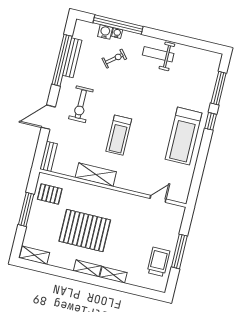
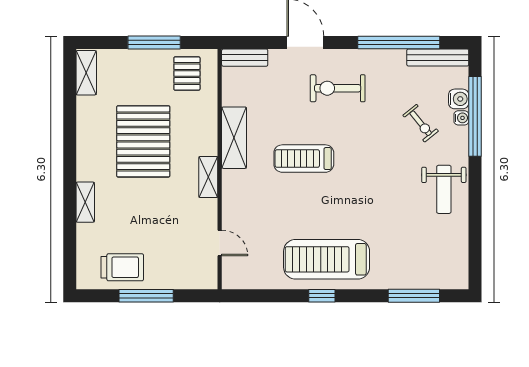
weight bench: (158, 54) -> (444, 189), turned 180
bench: (72, 58) -> (438, 58), moved
window: (211, 121) -> (322, 296), moved
shelving: (87, 268) -> (208, 177), moved

